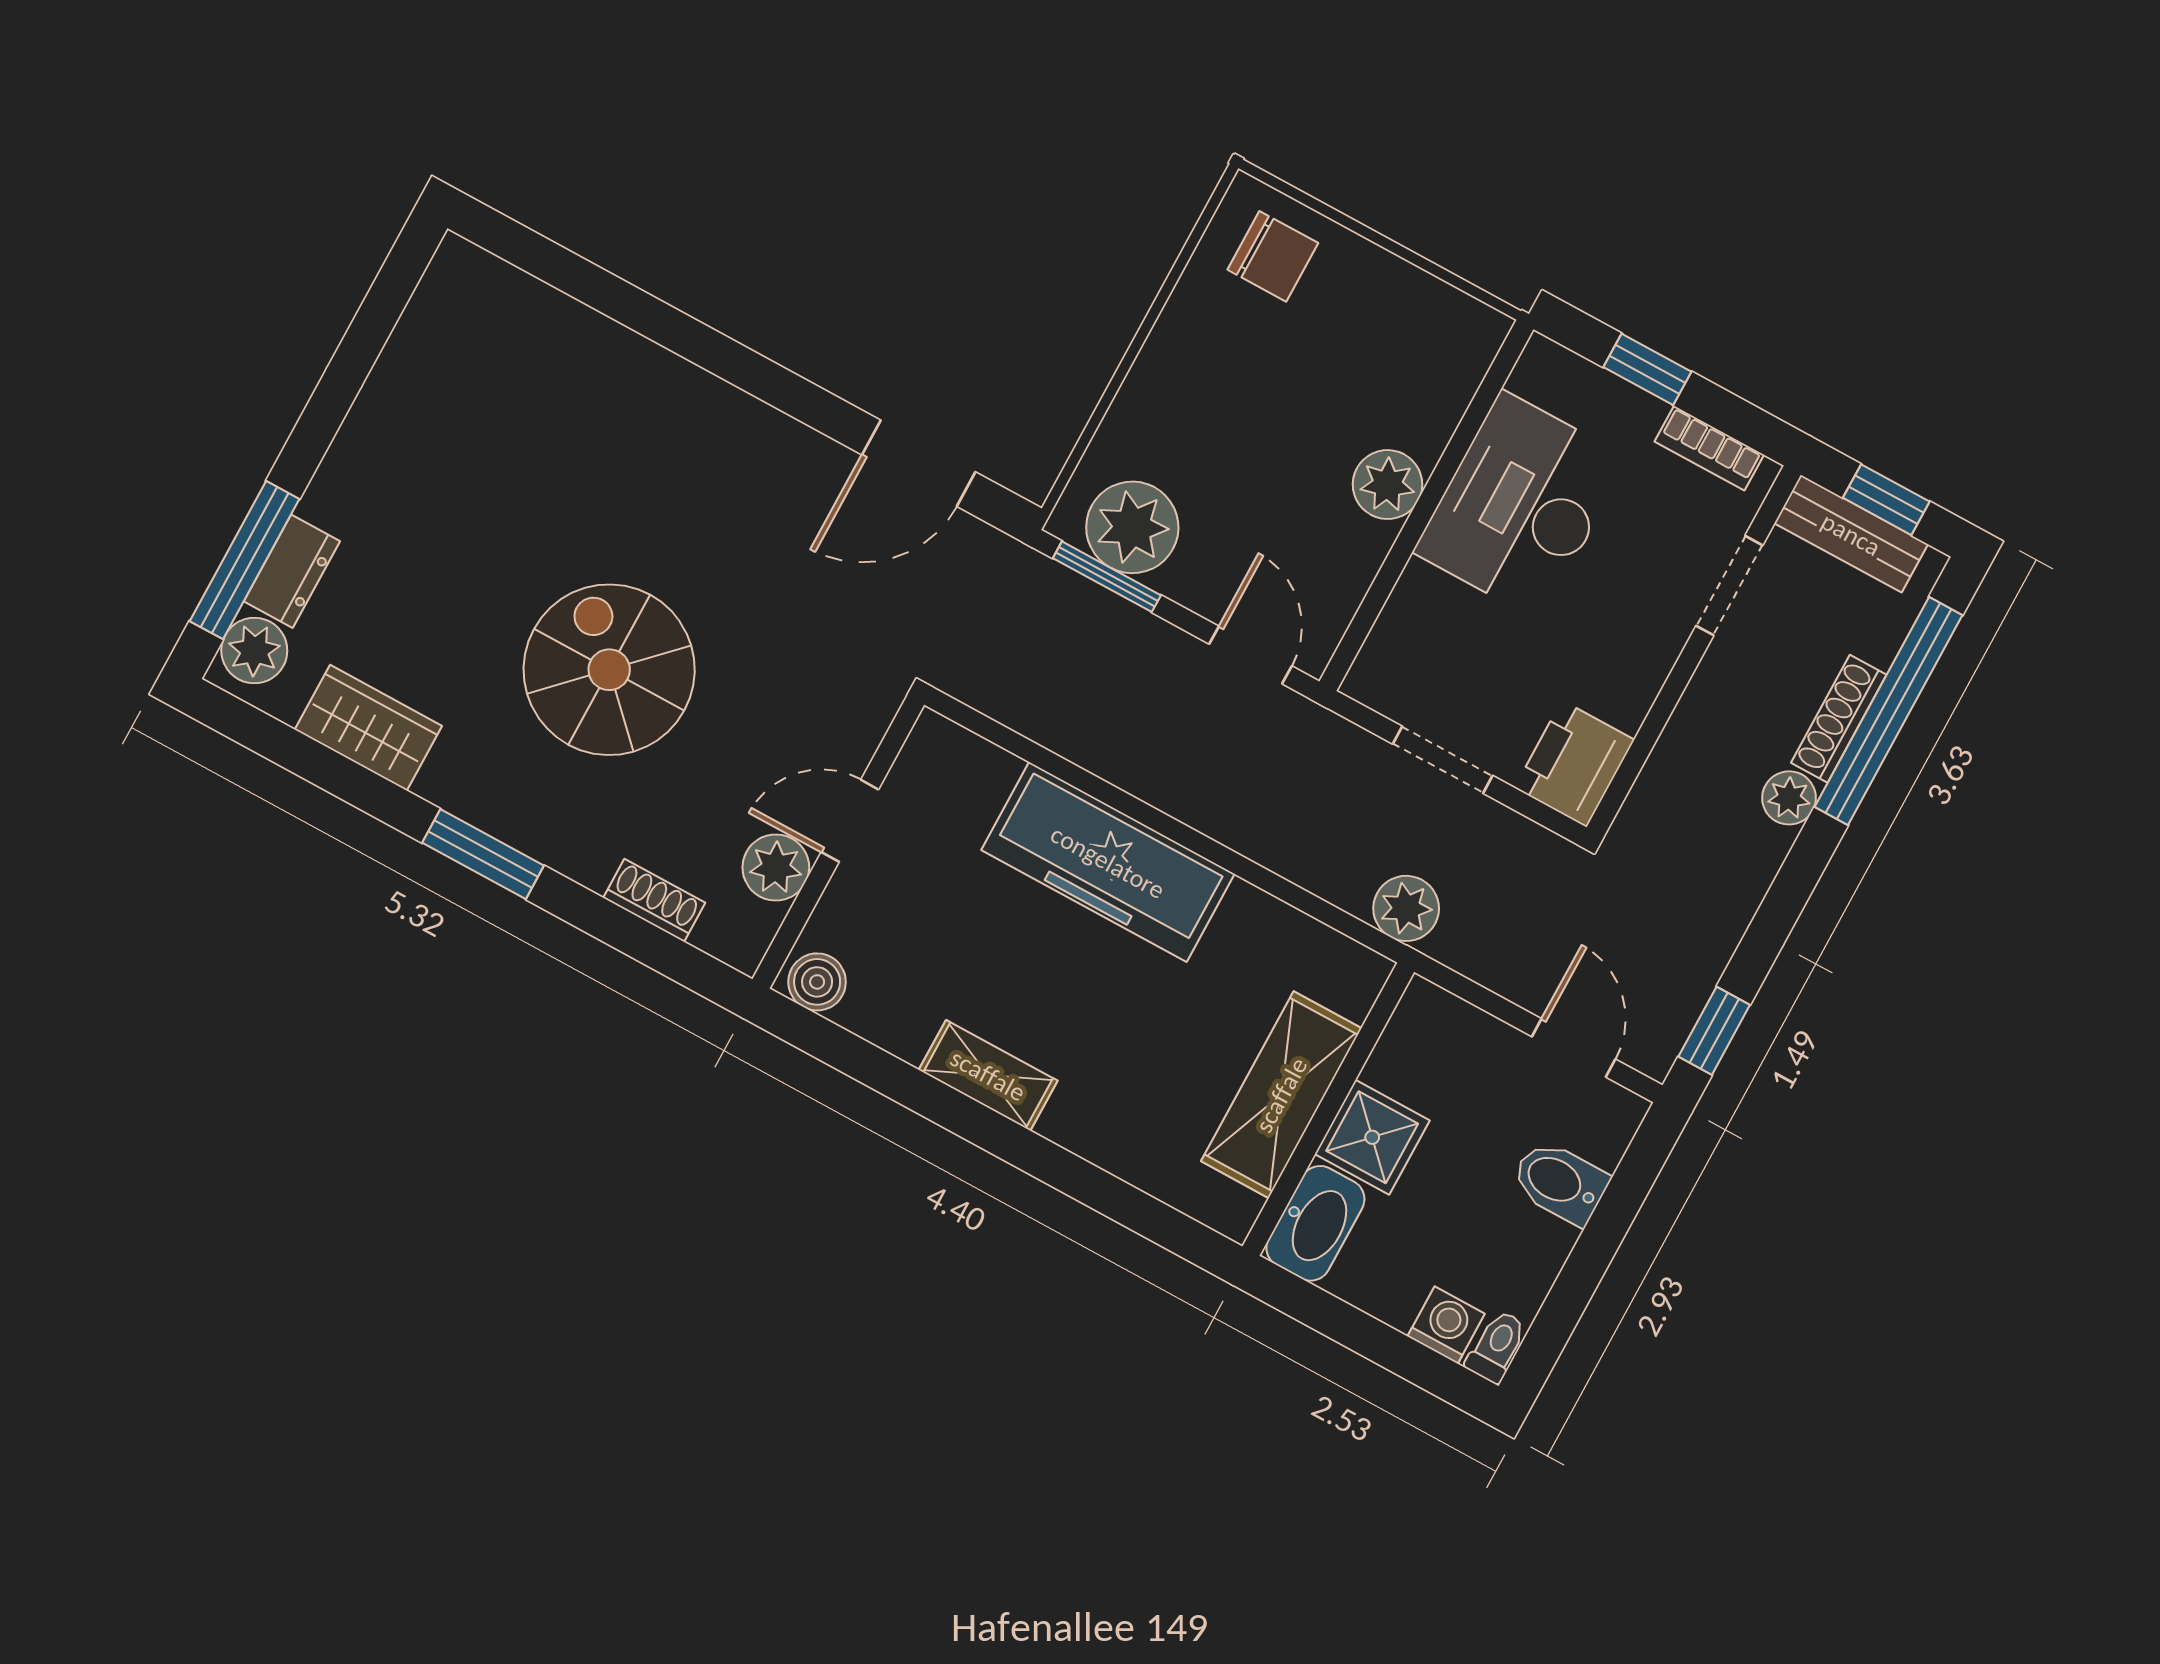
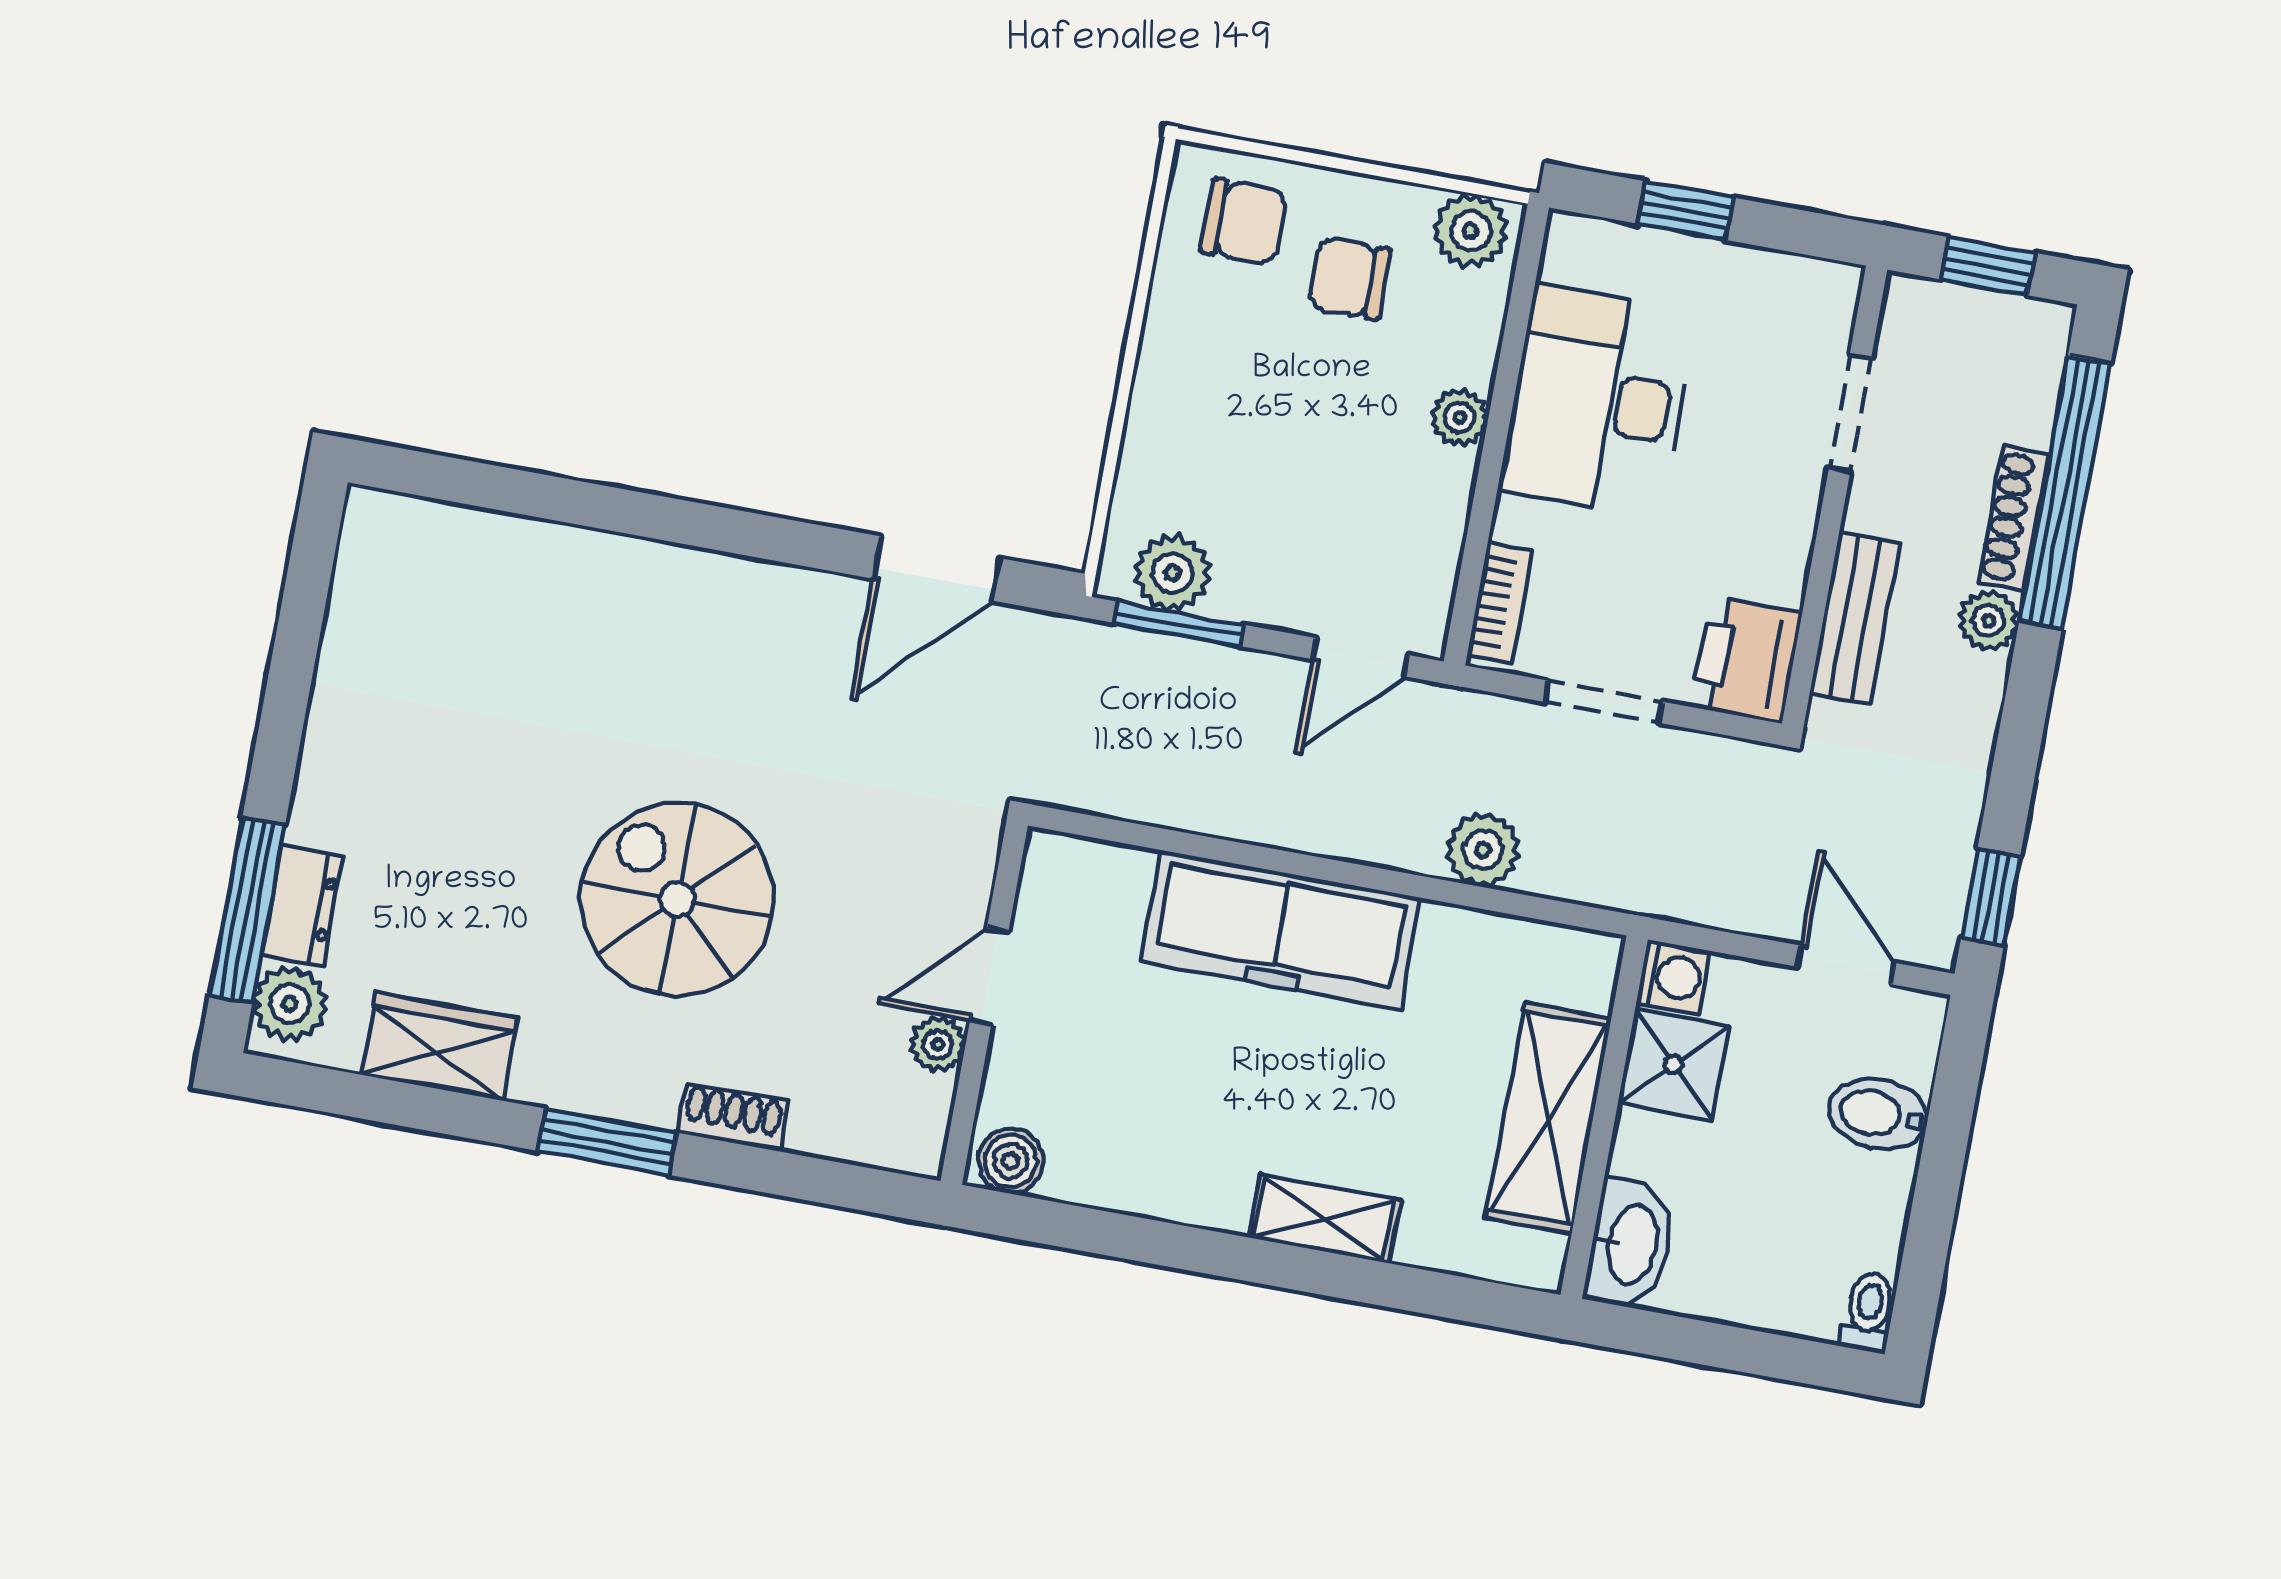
plant: (1461, 327) -> (1471, 231), added
chair: (1346, 333) -> (1350, 278), added
bookcase: (1709, 448) -> (1500, 603), moved, turned -90
plant: (1388, 485) -> (1460, 417), width x0.73, depth x0.73
plant: (1132, 527) -> (1172, 573), width x0.73, depth x0.73
bench: (1851, 534) -> (1855, 618), moved, turned 90
door: (1250, 655) -> (1360, 657), swing flipped
plant: (776, 867) -> (938, 1044), width x0.73, depth x0.73
shoe rack: (654, 900) -> (733, 1117), moved
plant: (1406, 908) -> (1483, 850), moved
shelving: (988, 1075) -> (1325, 1219), moved
shower: (1372, 1137) -> (1674, 1064), moved
washing machine: (1446, 1325) -> (1674, 977), moved, turned 90

